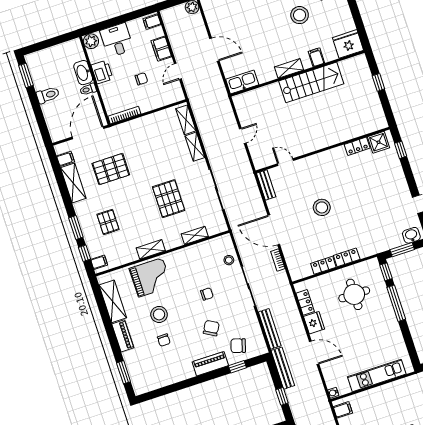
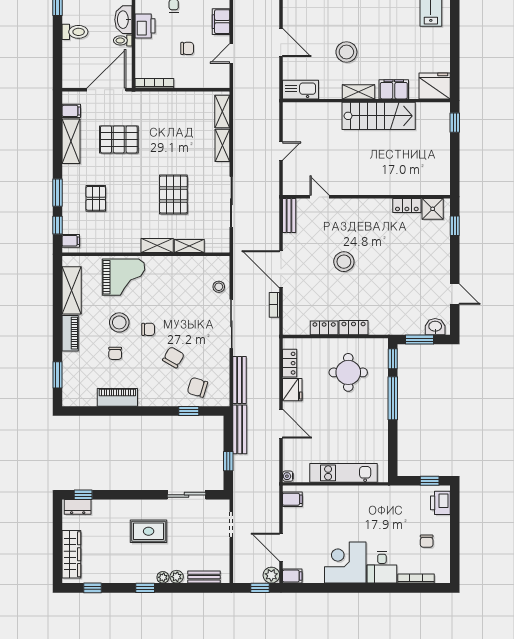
stool: (300, 15) -> (346, 52), moved
filing cabinet: (316, 57) -> (394, 89), width x2.00
window: (378, 82) -> (455, 123), moved
shelving: (151, 249) -> (157, 245), moved
chair: (207, 294) -> (148, 329), moved
piano: (210, 364) -> (117, 397), moved

